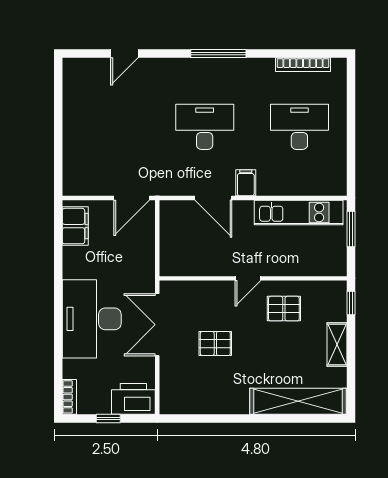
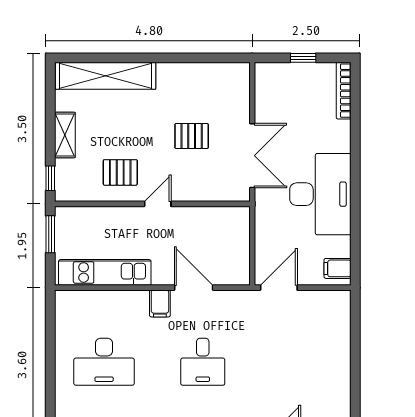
desk: (205, 127) -> (203, 362), width x0.73
filing cabinet: (75, 226) -> (338, 268), width x0.50
window: (351, 229) -> (50, 234), moved
desk: (92, 319) -> (320, 194), moved
bookcase: (69, 397) -> (344, 91), width x1.56
printer: (133, 399) -> (277, 78), removed

